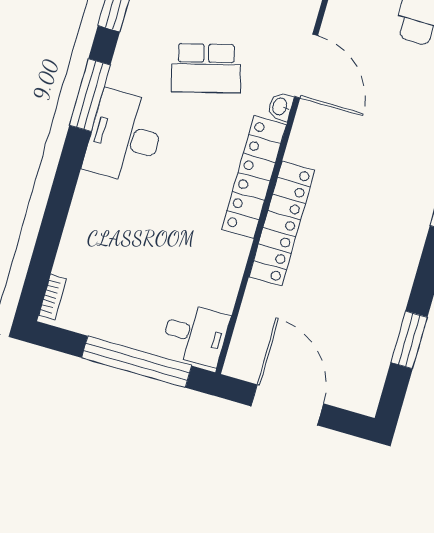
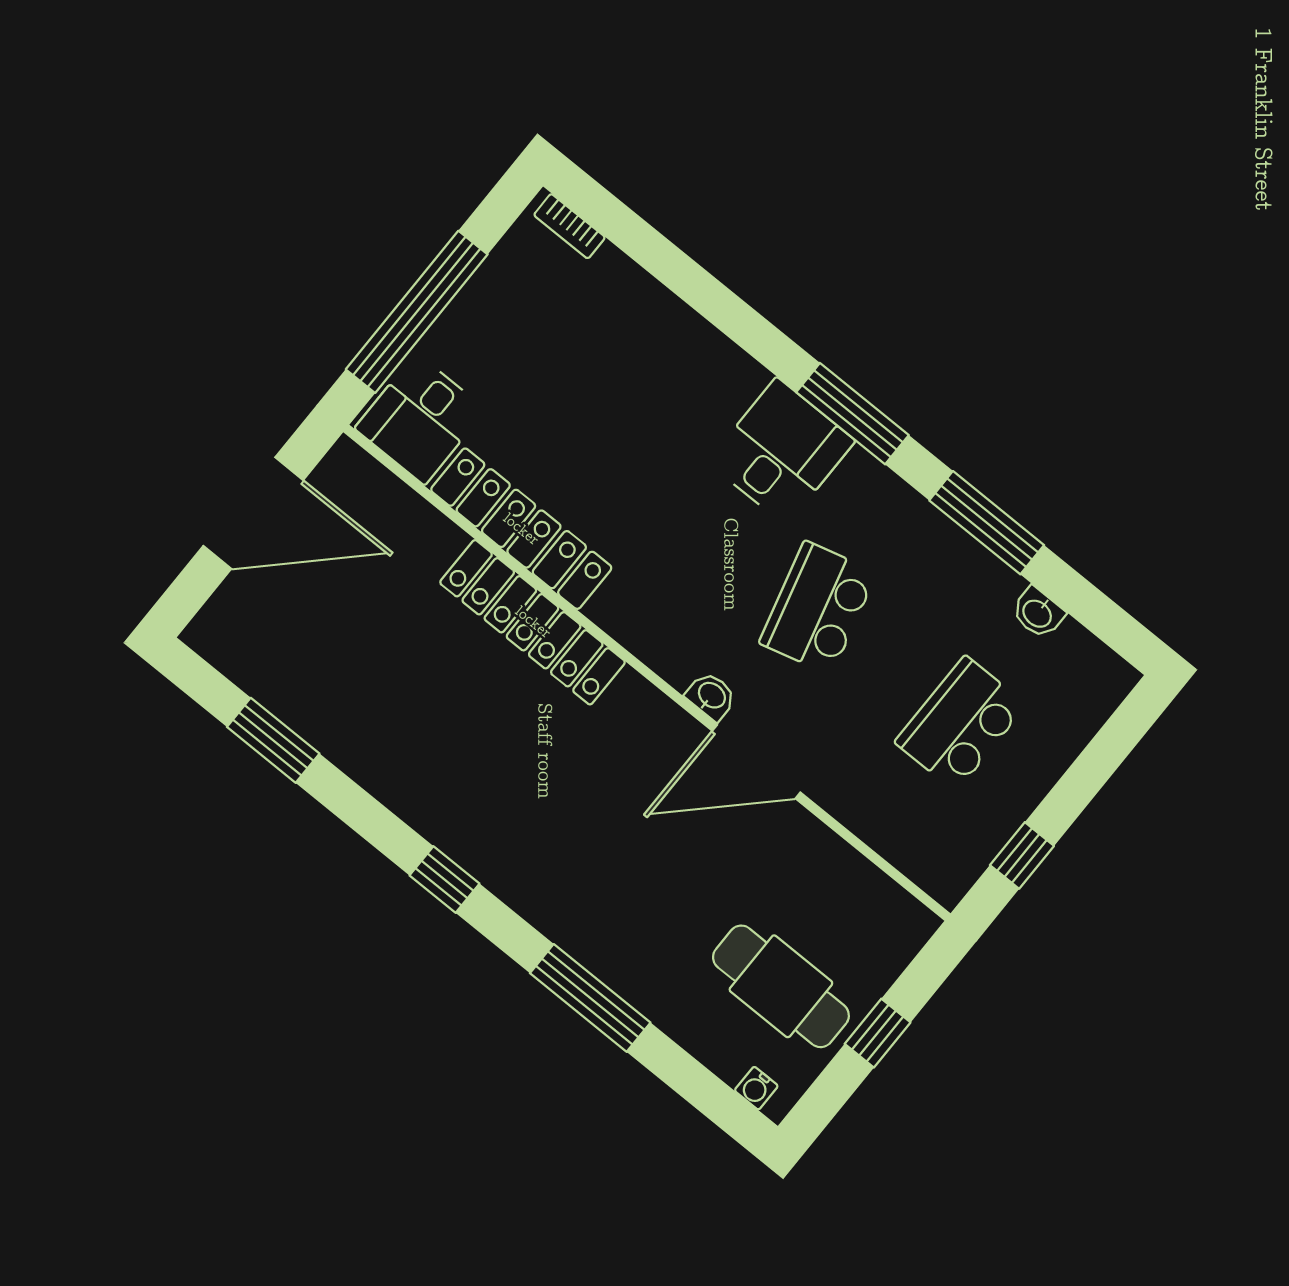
desk: (125, 137) -> (781, 451), width x0.73
locker: (254, 177) -> (521, 529), moved

